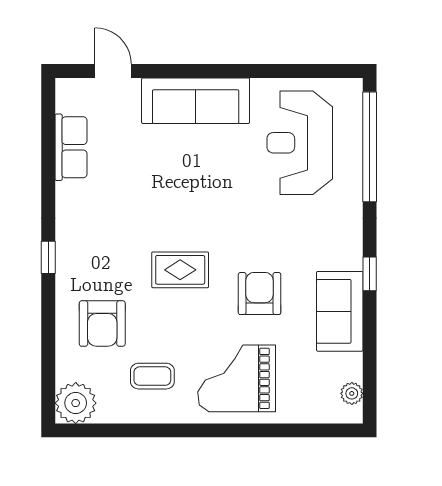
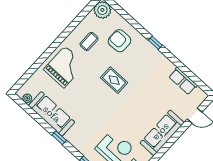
rug: (180, 270) -> (114, 80), turned 90
armchair: (260, 294) -> (84, 98), removed
sofa: (340, 311) -> (52, 114), width x1.36

